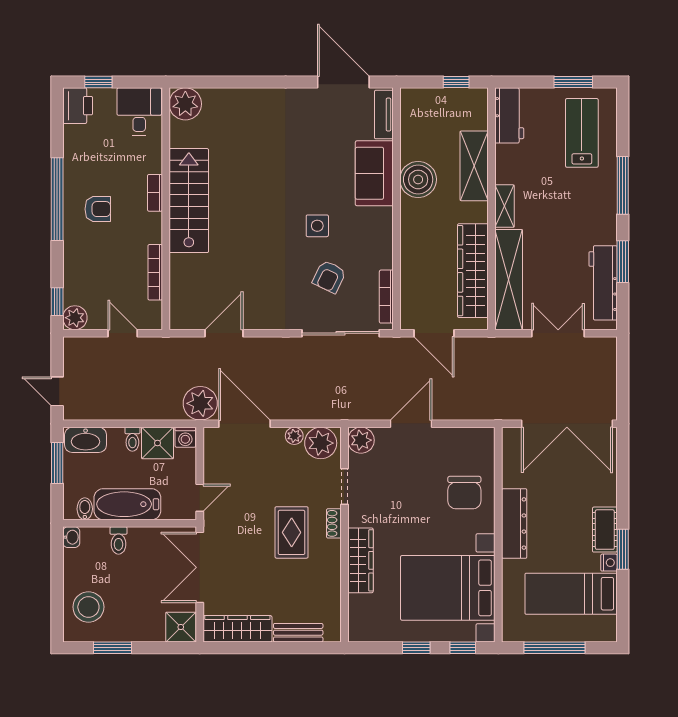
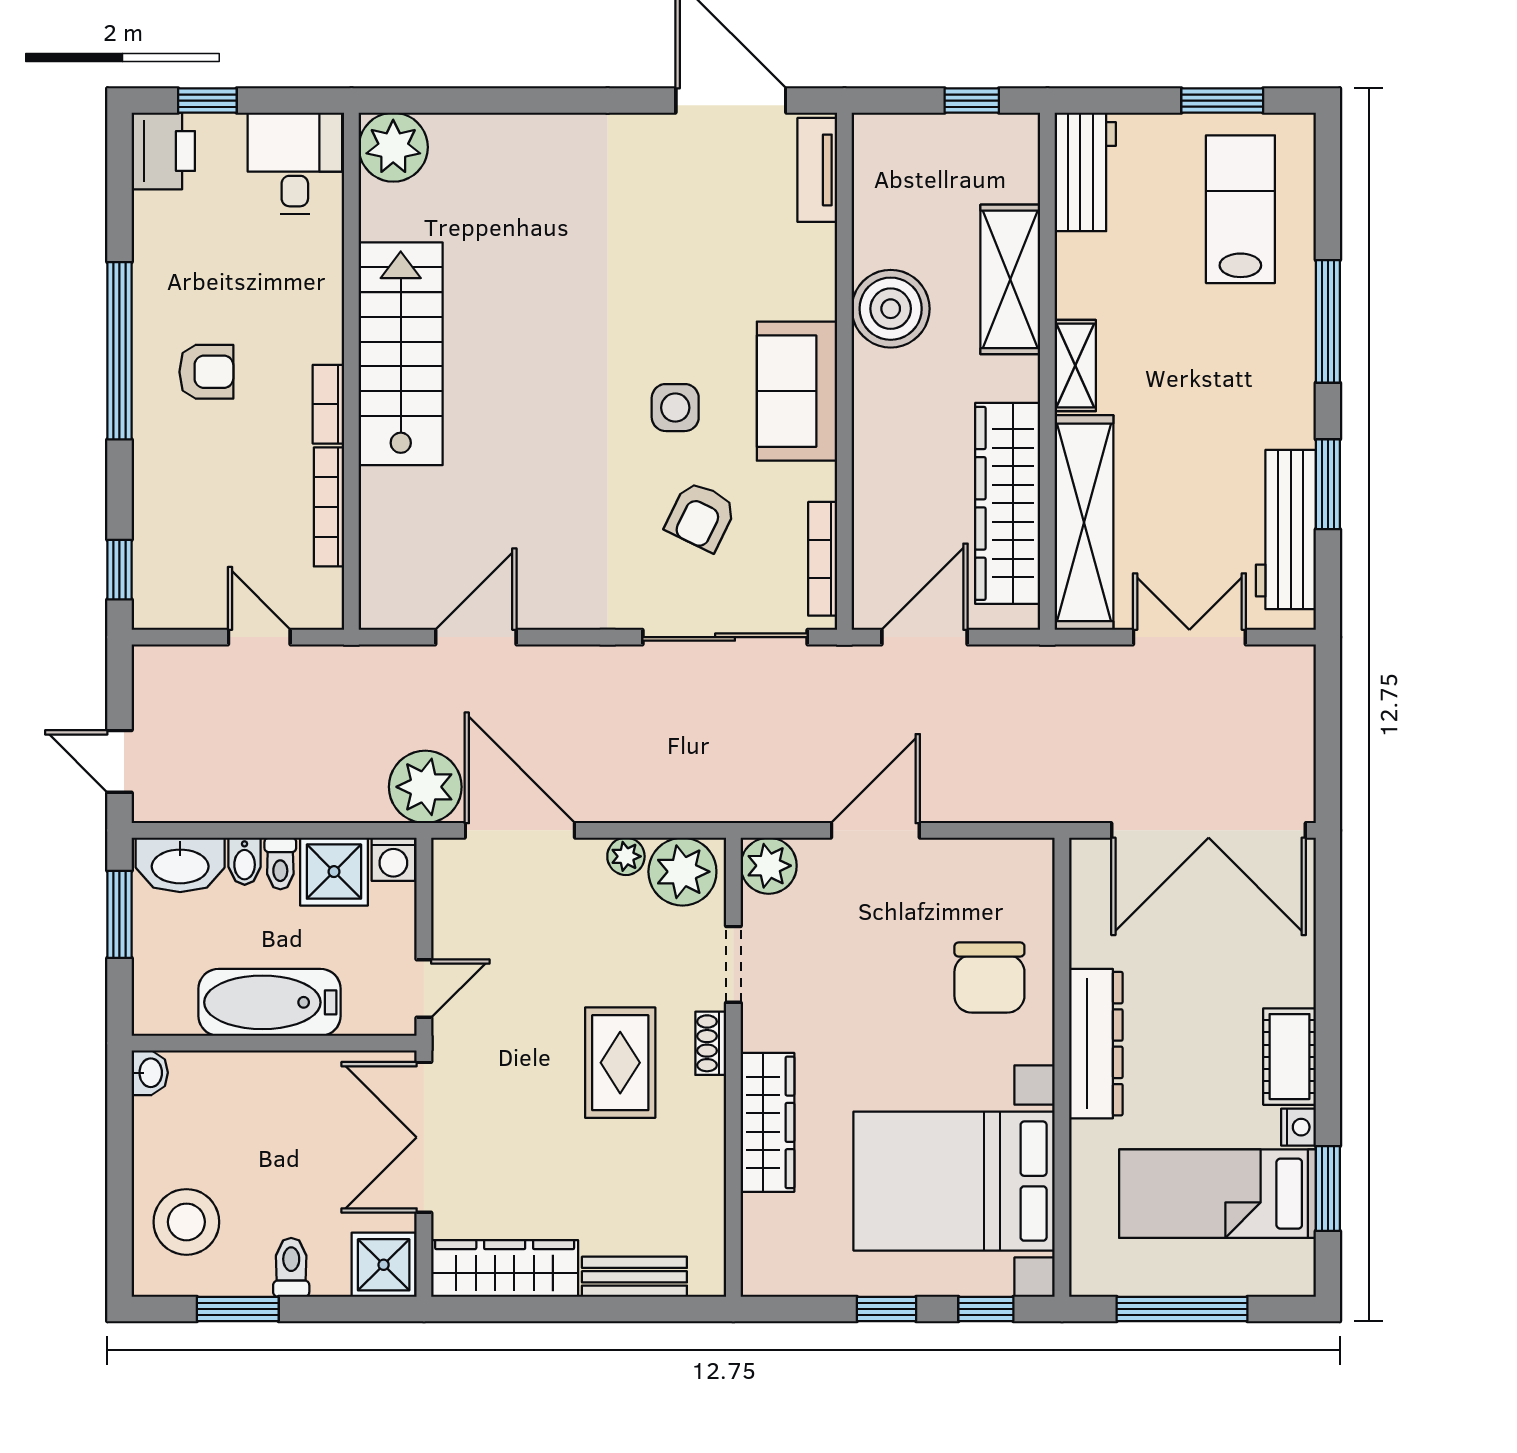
sofa: (374, 173) -> (797, 391), moved
bookcase: (155, 193) -> (328, 404), moved
plant: (75, 318) -> (157, 604), removed
door: (434, 333) -> (925, 637), swing flipped
bidet: (85, 509) -> (245, 861), moved, turned 180
toilet: (119, 540) -> (291, 1267), moved, turned 180
window: (623, 549) -> (1328, 1188), moved

